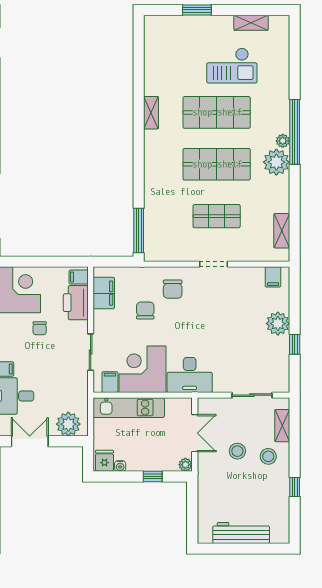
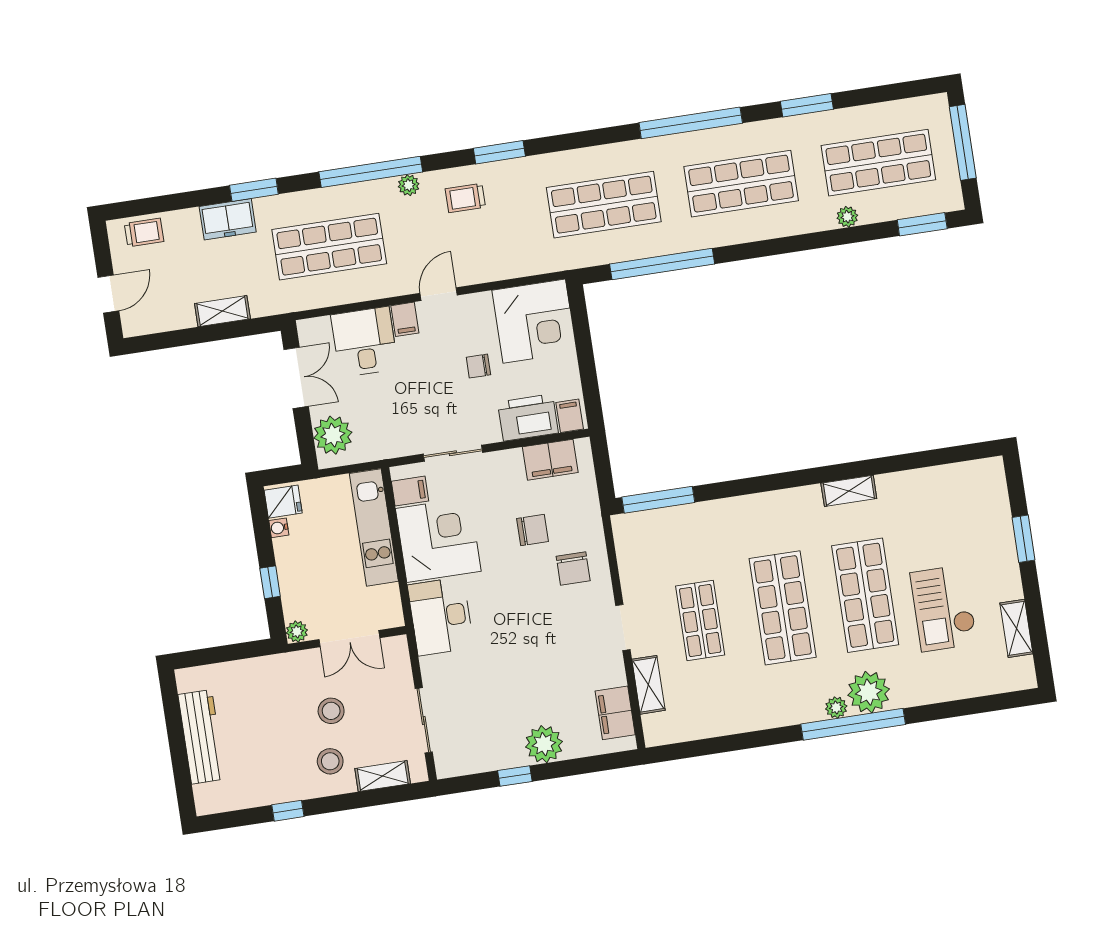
plant: (276, 162) -> (869, 692), moved
shelving: (282, 231) -> (648, 685), moved, turned 90
filing cabinet: (273, 277) -> (615, 713), width x2.00
chair: (173, 289) -> (573, 568), turned -90

